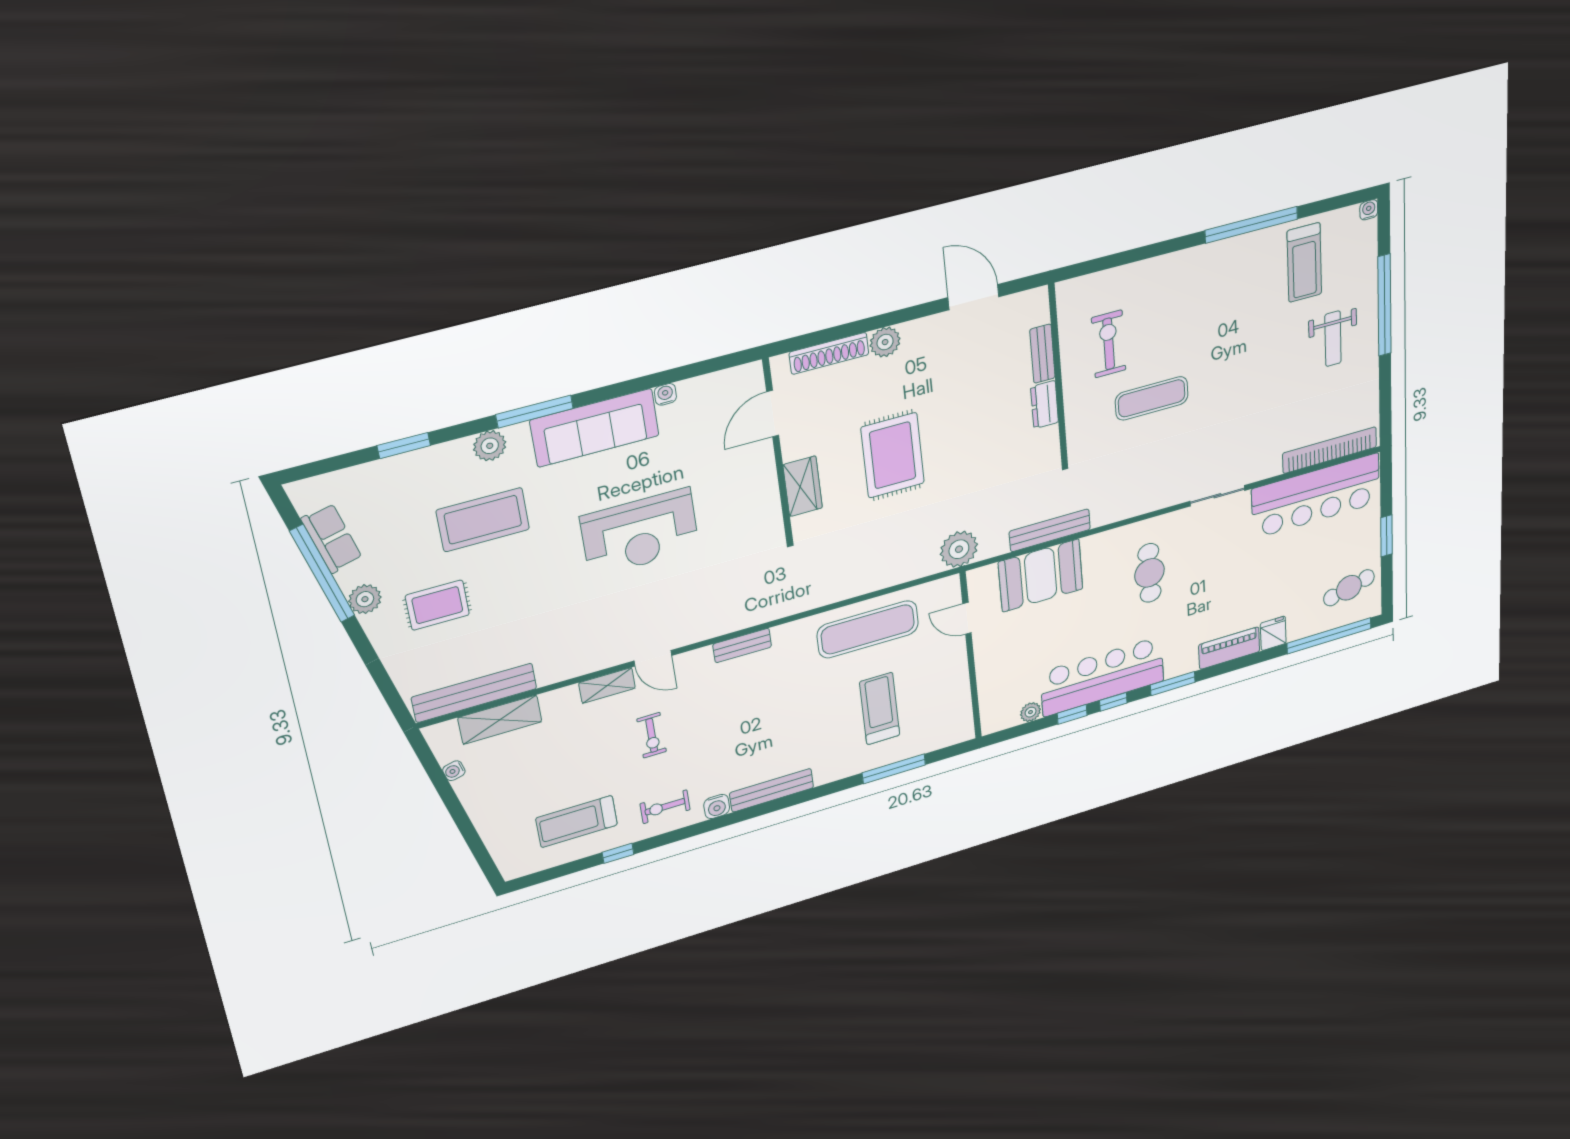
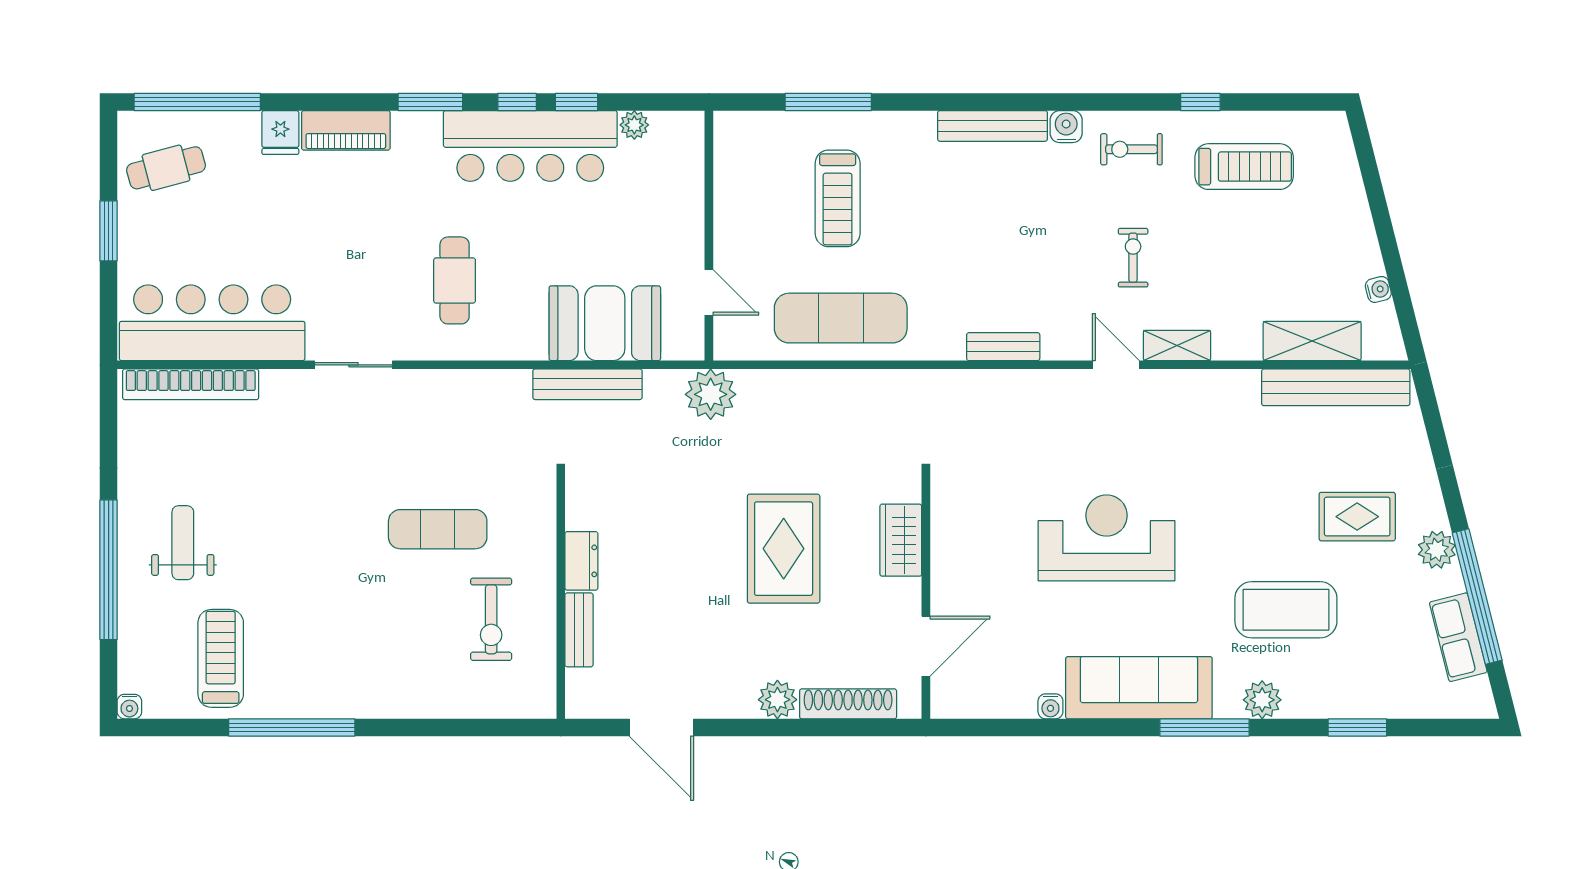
exercise bike: (665, 807) -> (1131, 149), turned 180

